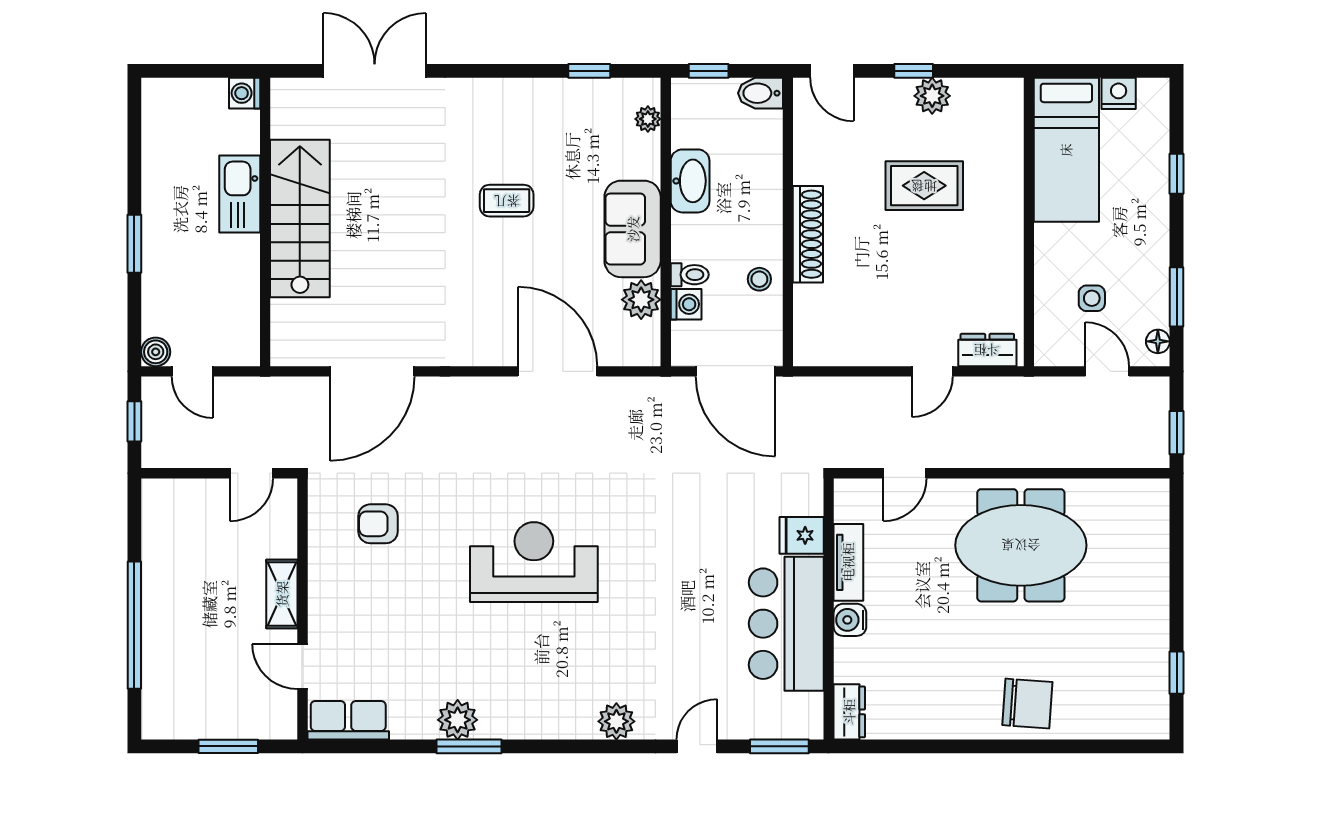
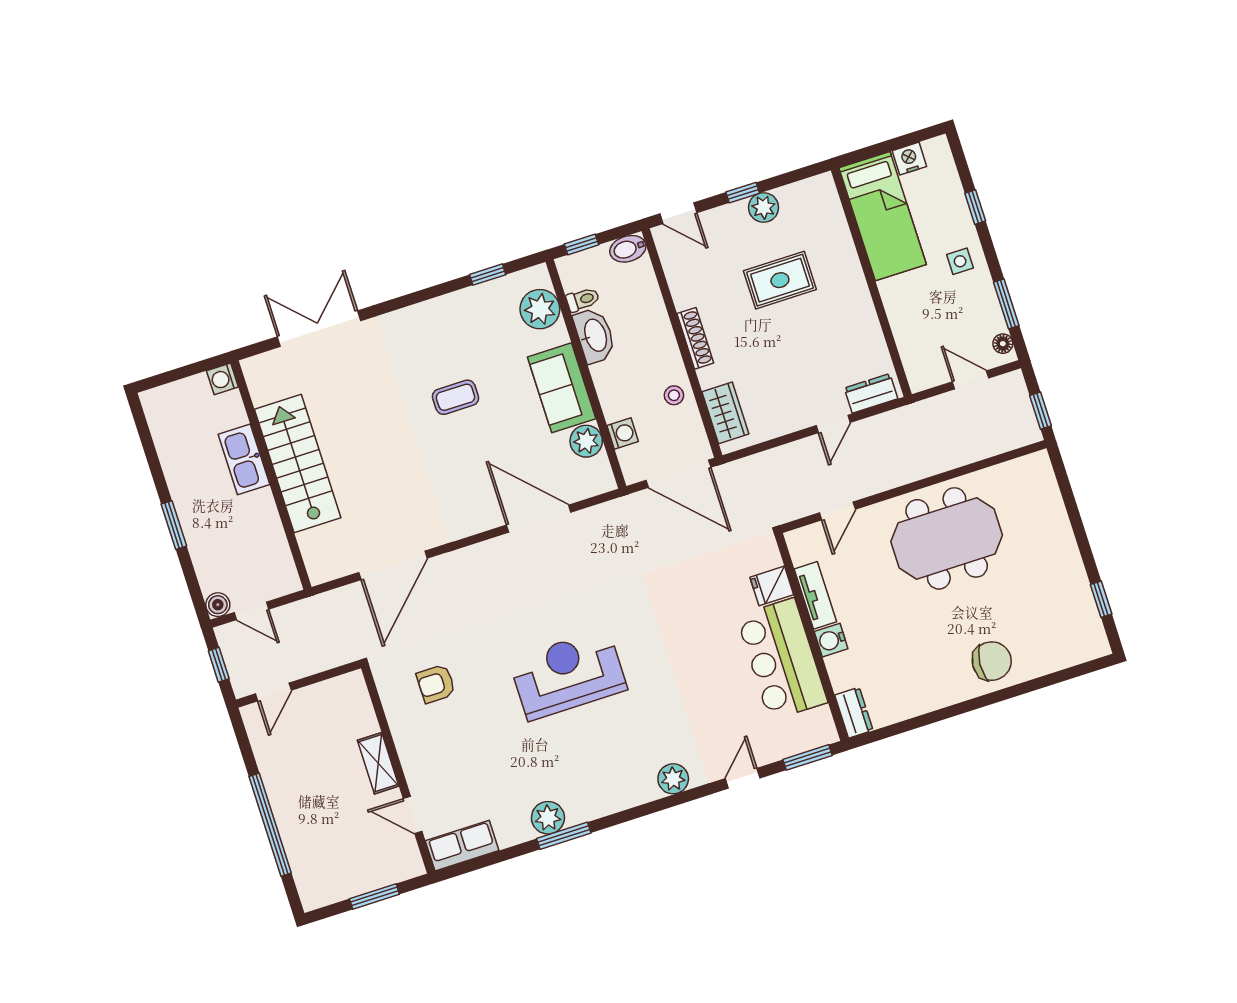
plant: (648, 119) -> (540, 309), width x1.87, depth x1.87
shoe rack: (808, 234) -> (695, 338), width x0.74, depth x0.81
toilet: (690, 275) -> (583, 300), moved
side table: (1092, 298) -> (960, 261), moved
wardrobe: (812, 318) -> (725, 413), added
door: (251, 473) -> (273, 692), moved

